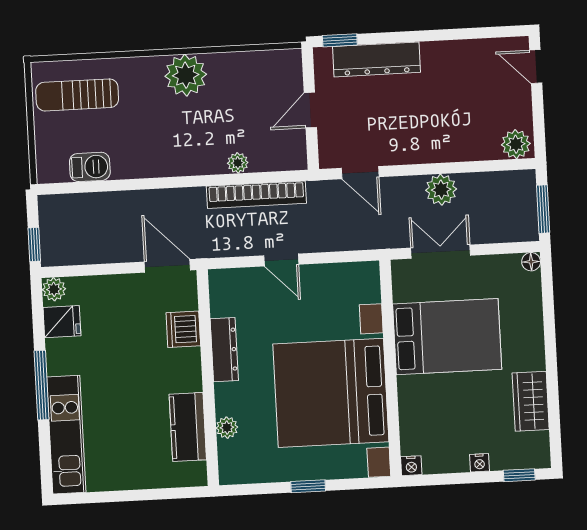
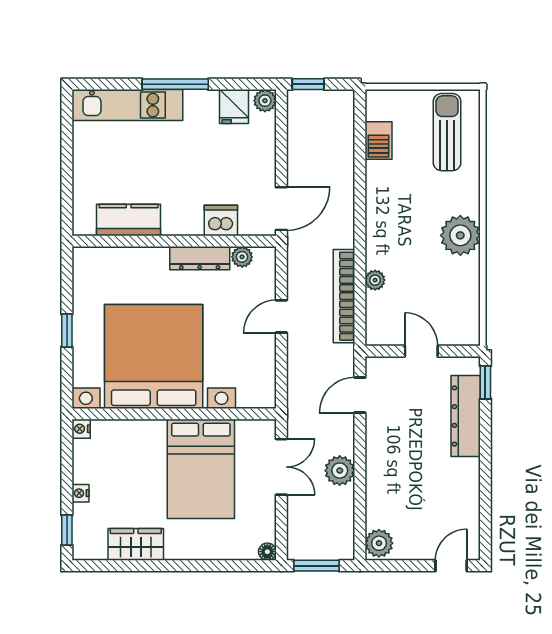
plant: (227, 428) -> (242, 257), moved

